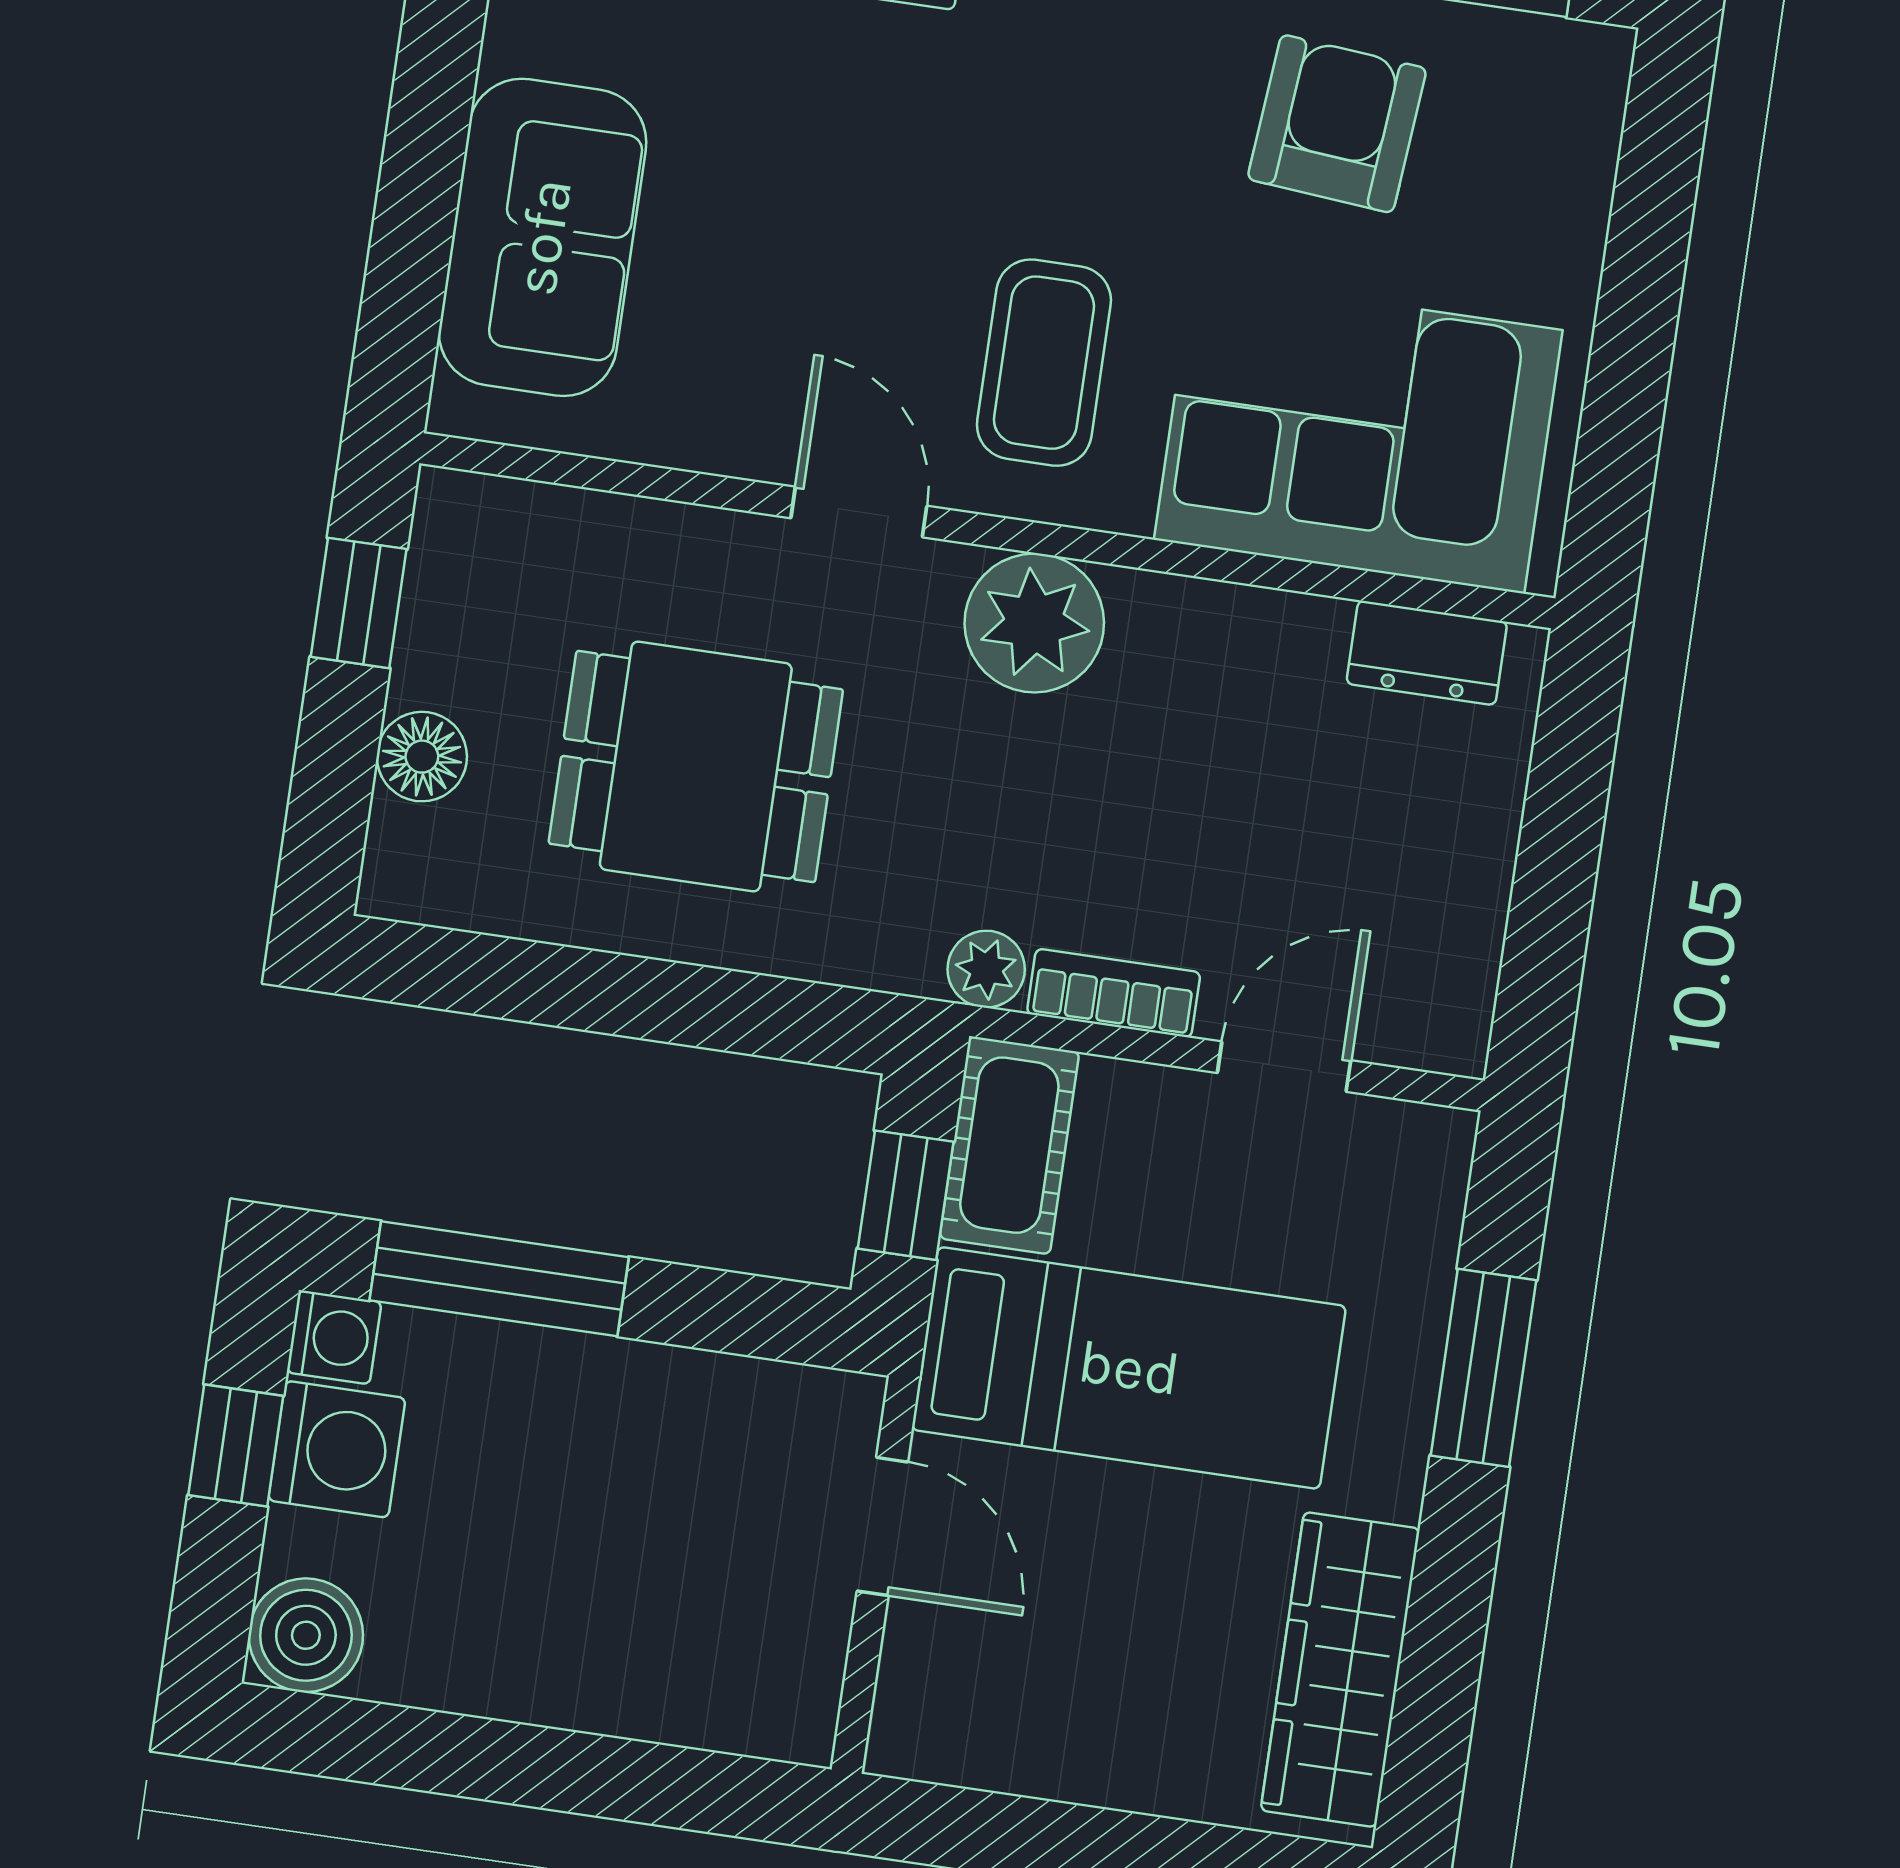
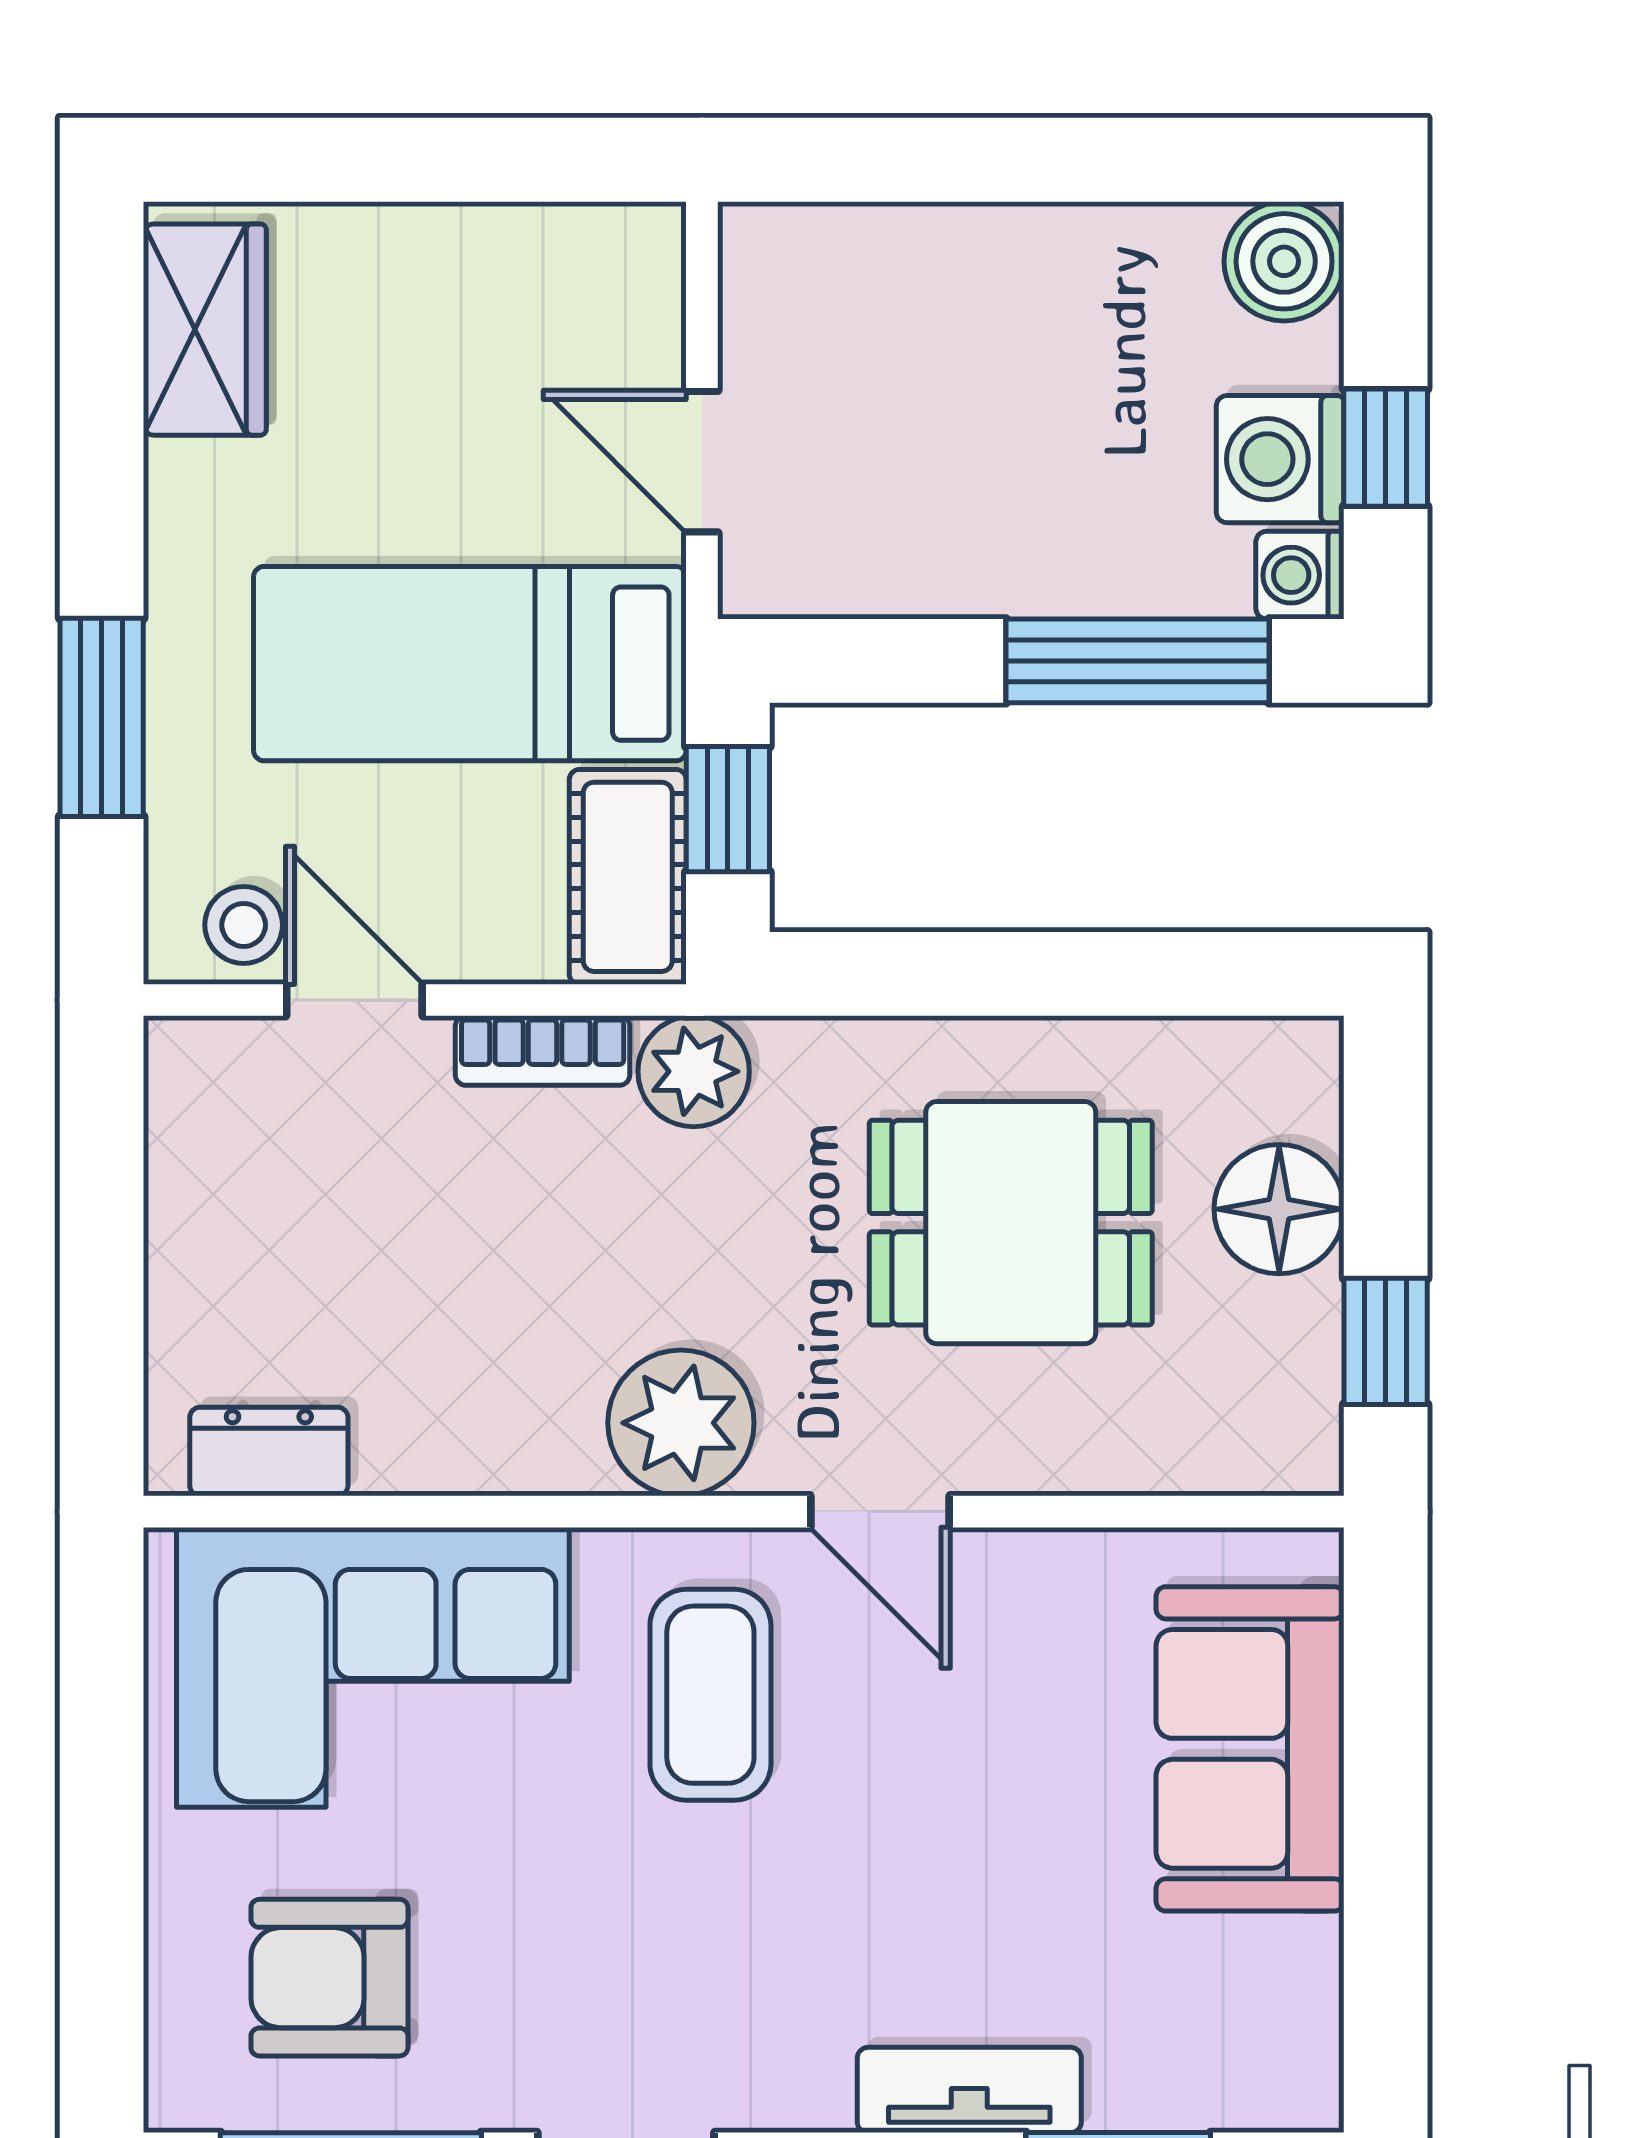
armchair: (1337, 124) -> (329, 1978), moved, turned 85
floor lamp: (422, 757) -> (1279, 1209), width x1.38, depth x1.38
plant: (986, 969) -> (694, 1071), width x1.38, depth x1.38
door: (1284, 1067) -> (354, 1000), swing flipped
stool: (1378, 1153) -> (244, 925), added
wardrobe: (1340, 1670) -> (205, 330), width x0.67

